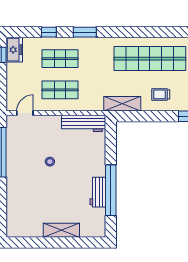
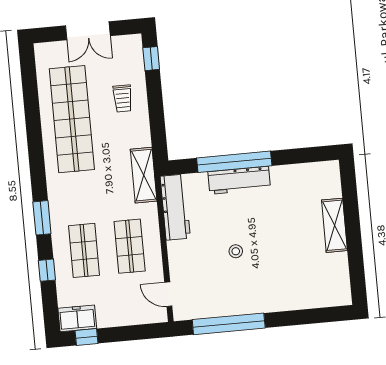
shelving: (122, 104) -> (144, 175), moved
window: (111, 190) -> (234, 162), moved
workbench: (98, 192) -> (239, 180), moved, width x1.37

